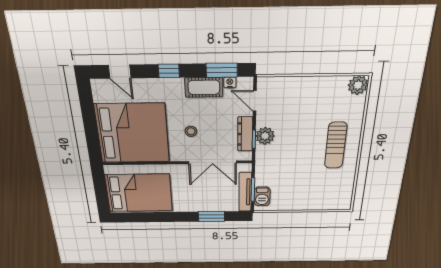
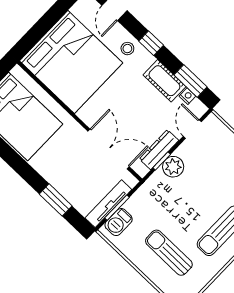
stool: (191, 131) -> (127, 49), moved
double door: (212, 162) -> (109, 149), swing flipped
sun lounger: (311, 186) -> (169, 253), added

